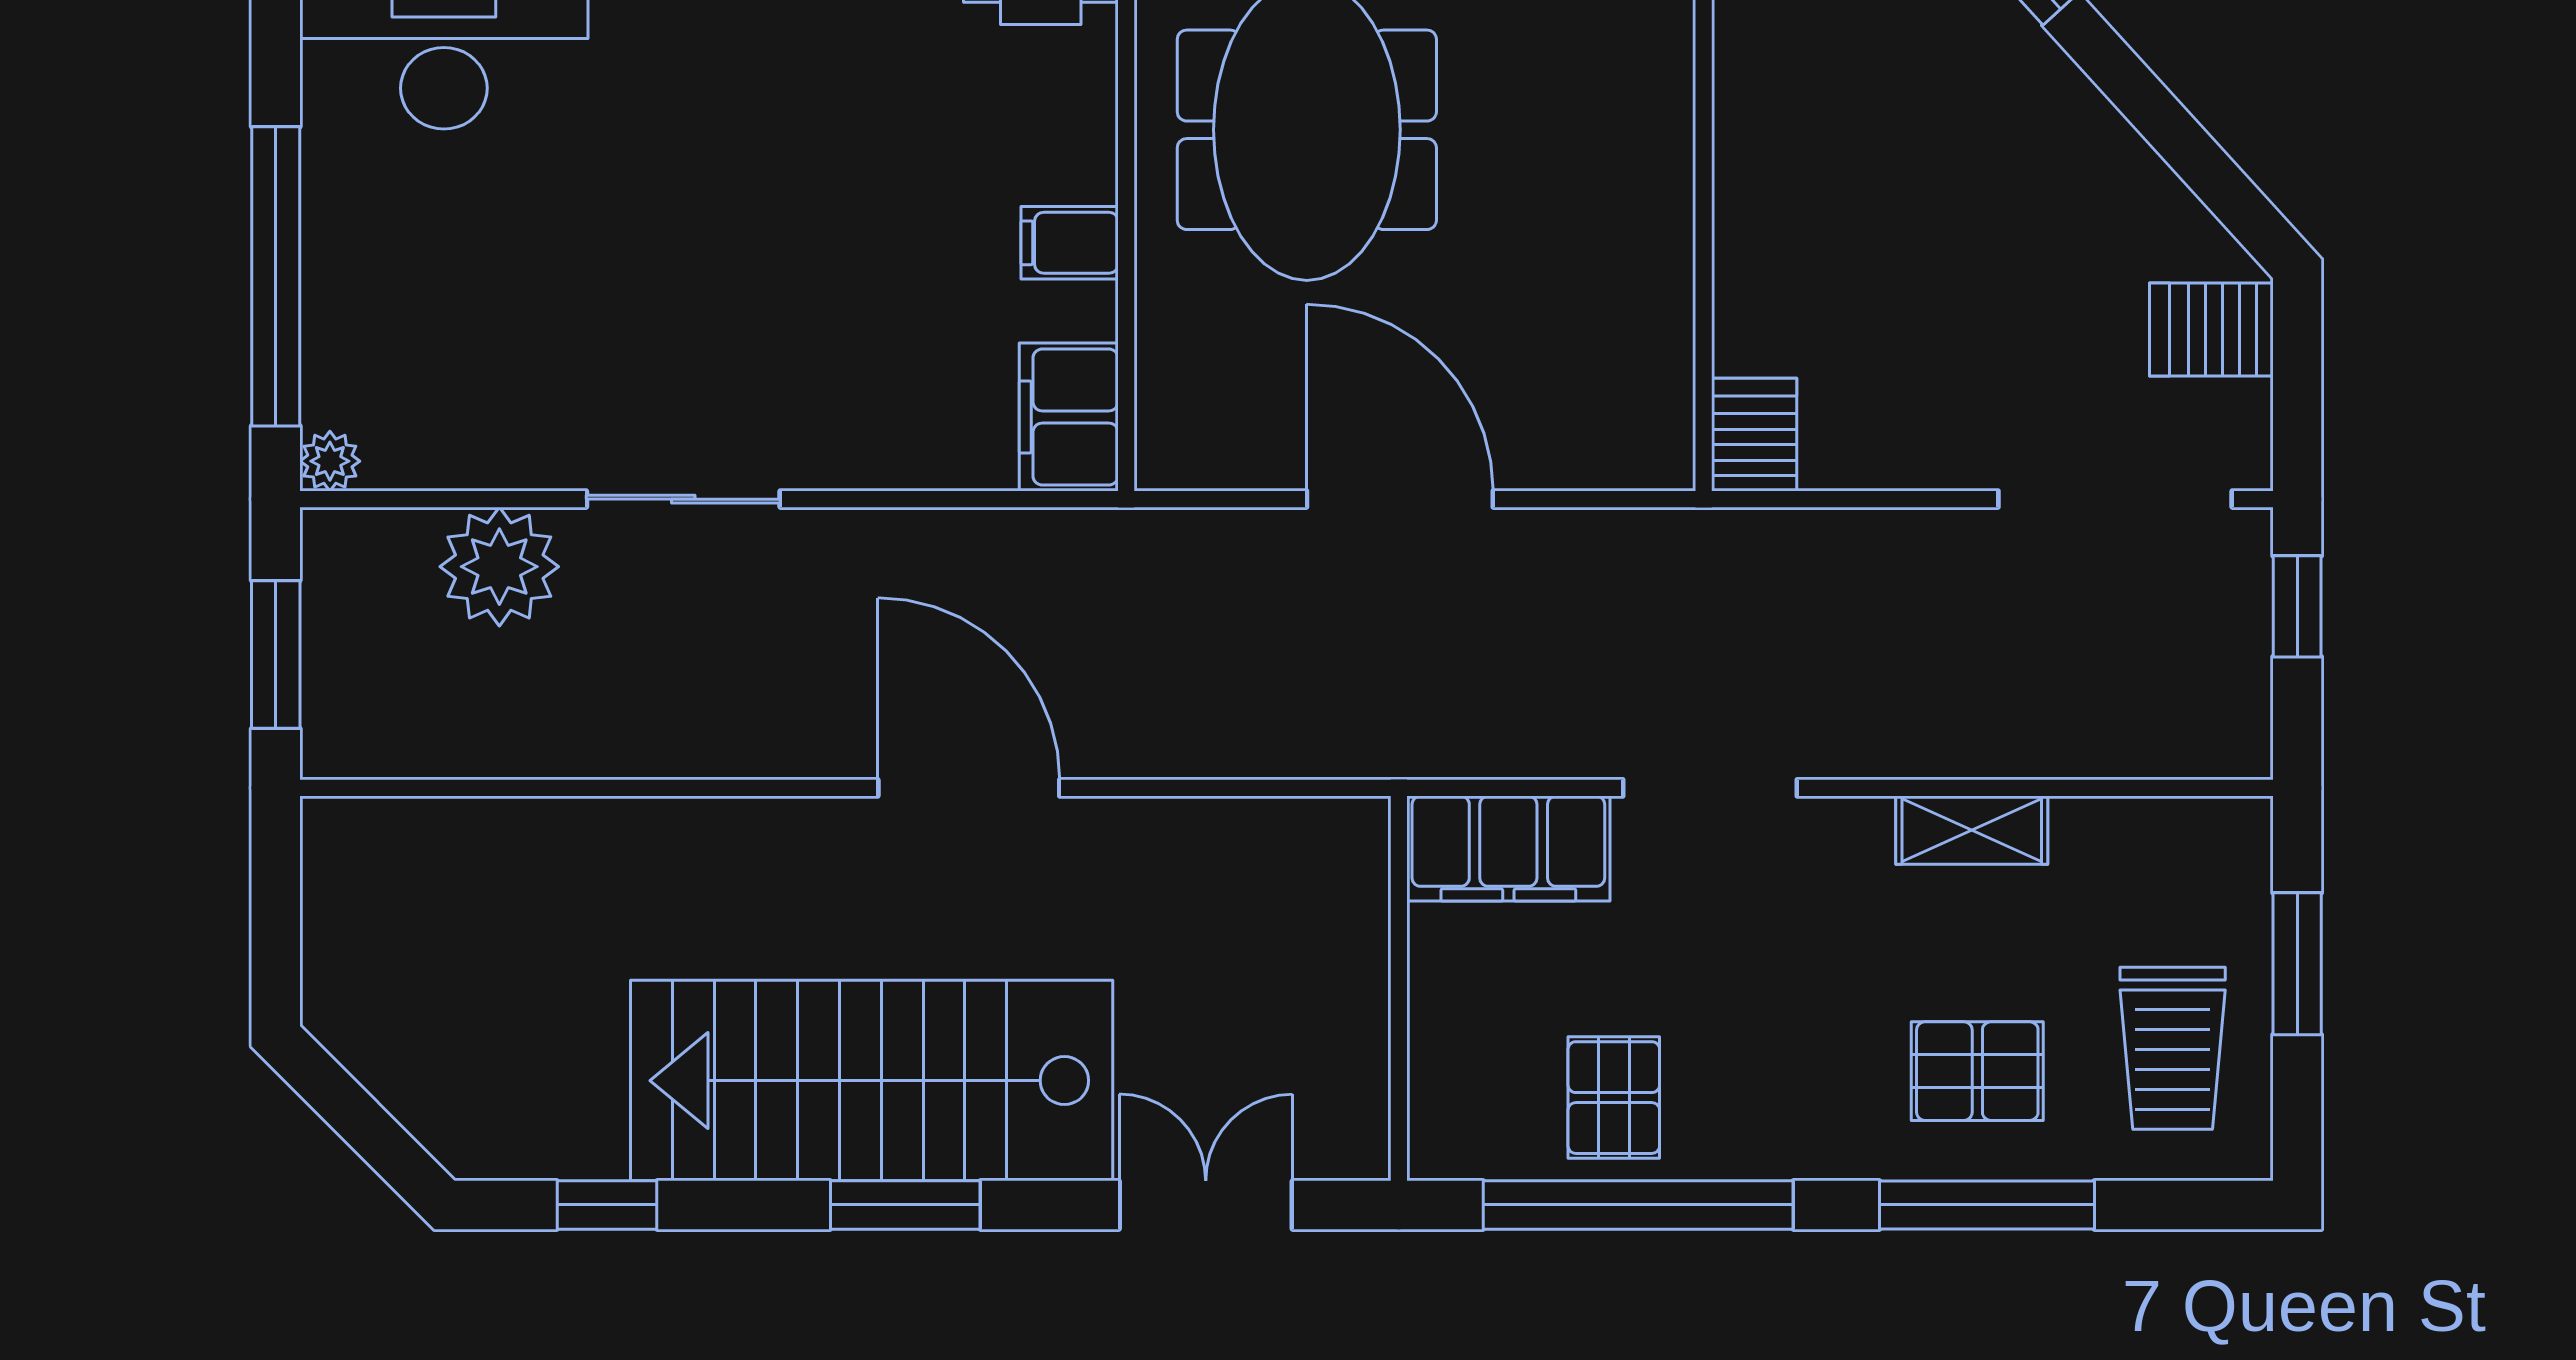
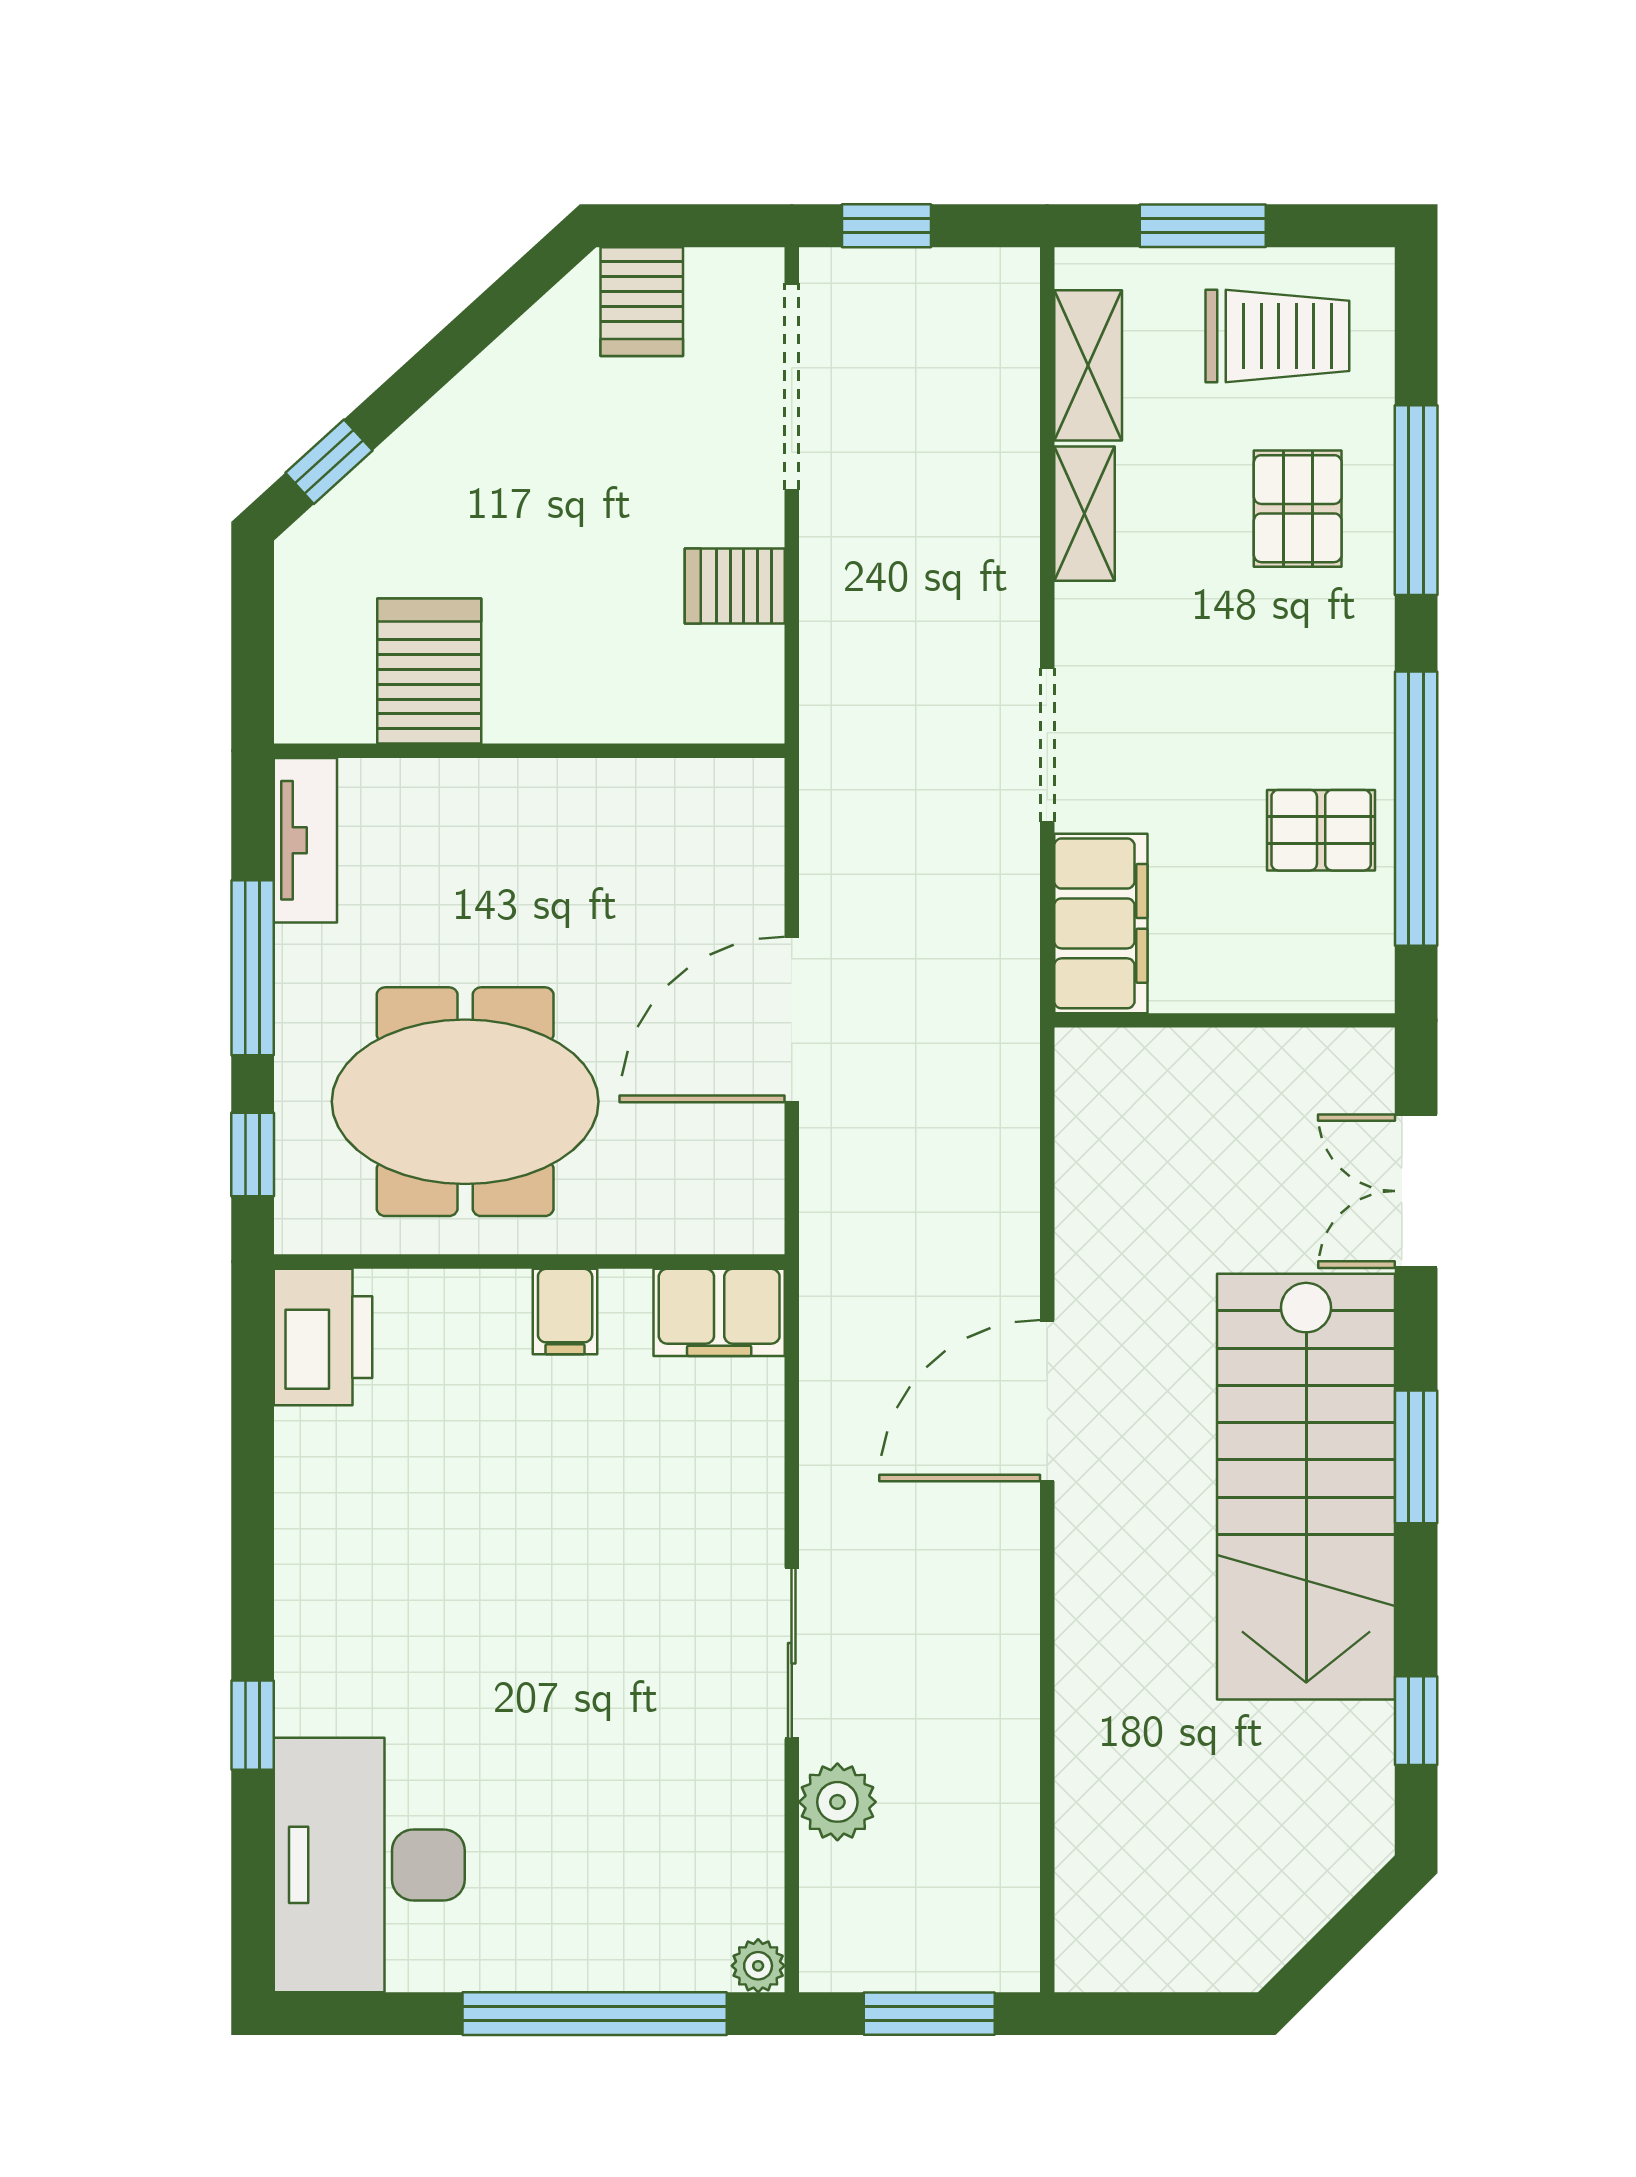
server rack: (1794, 89) -> (429, 671), added
server rack: (1754, 435) -> (735, 586), moved
plant: (499, 567) -> (837, 1802), width x0.73, depth x0.73
shelving: (2139, 834) -> (1088, 365), added

